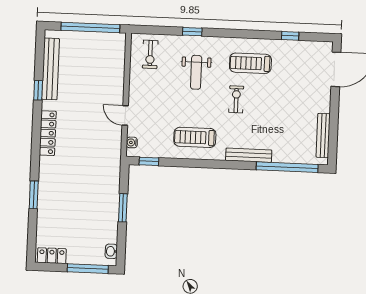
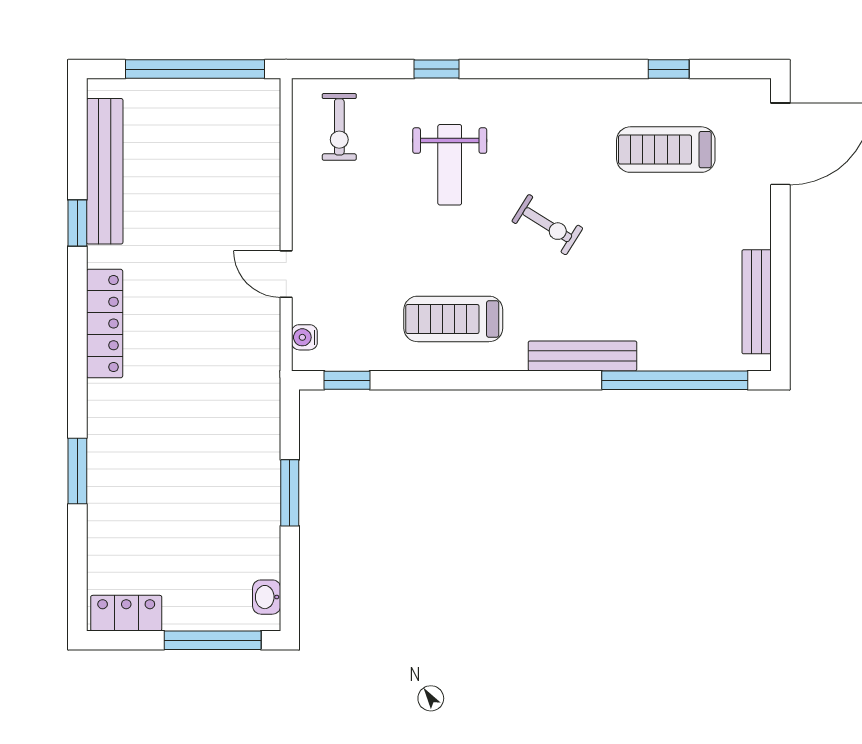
treadmill: (250, 63) -> (666, 150), moved
exercise bike: (236, 99) -> (547, 225), turned 122

